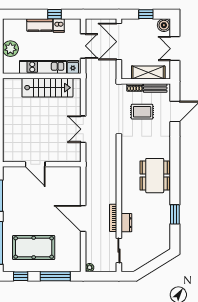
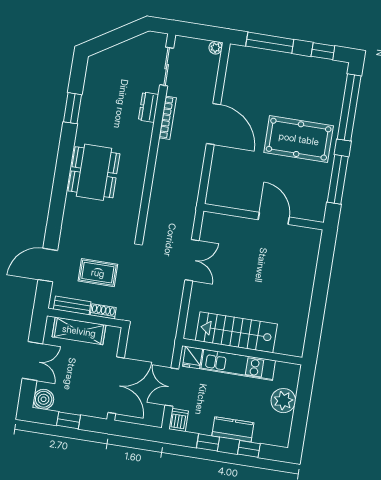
window: (28, 14) -> (249, 449), added
dishwasher: (59, 26) -> (179, 420), moved
pool table: (34, 248) -> (299, 139), moved

